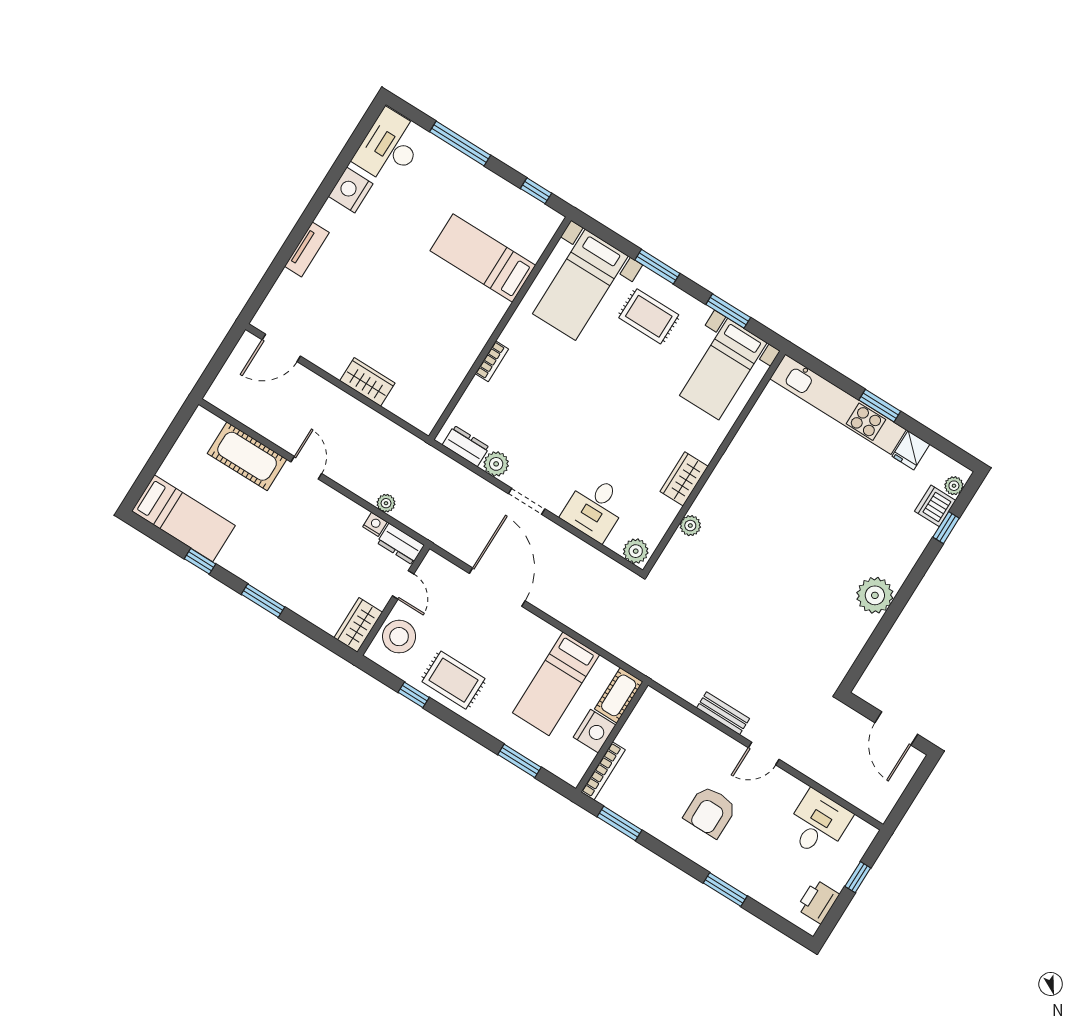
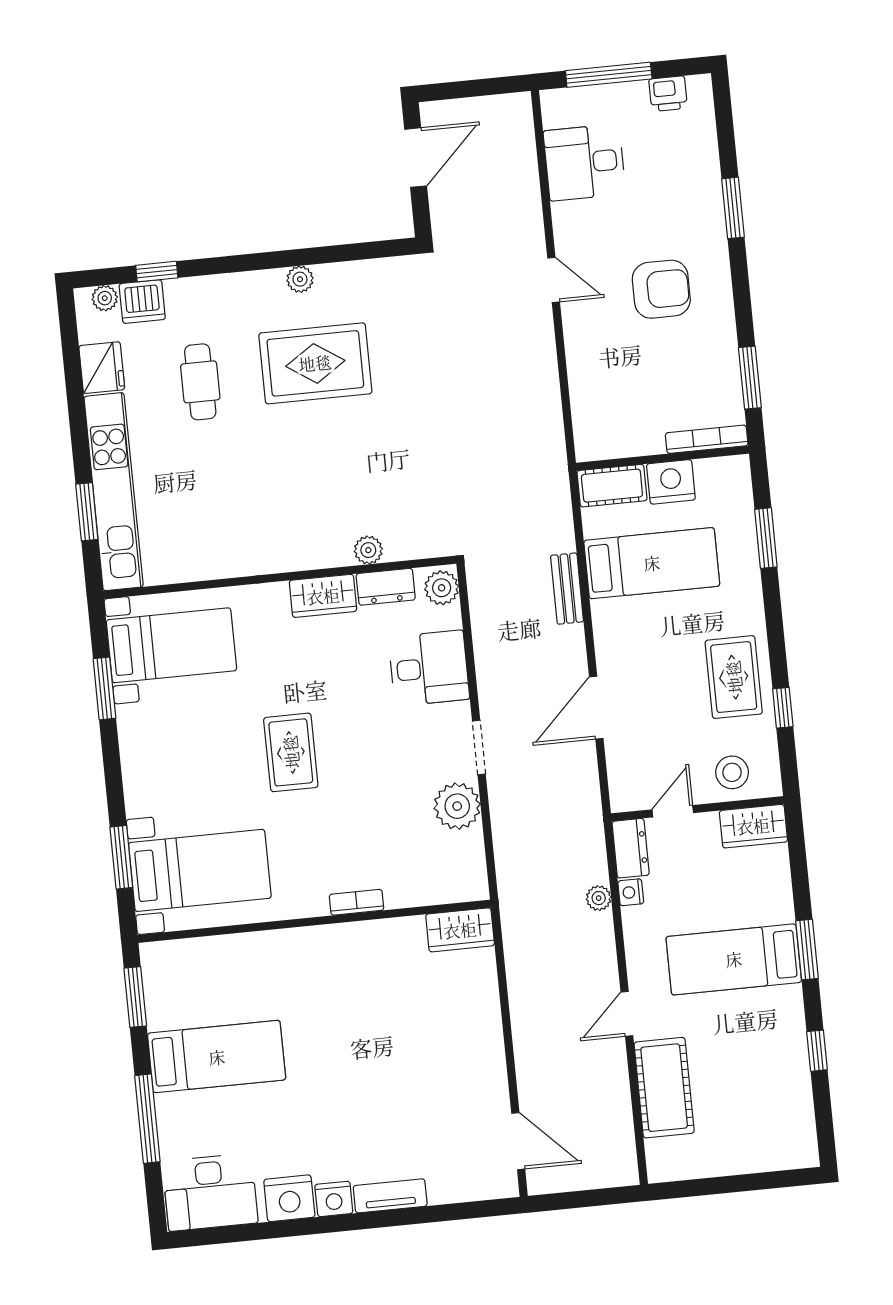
window: (536, 191) -> (135, 997), width x1.50
nightstand: (330, 215) -> (334, 1199), added
bed: (483, 258) -> (217, 1057), moved, turned -90
window: (657, 267) -> (121, 857), moved
rug: (649, 316) -> (291, 752), moved
wardrobe: (367, 382) -> (460, 930), moved, turned -90
window: (880, 406) -> (87, 512), moved
dresser: (466, 446) -> (386, 587), moved, turned -90
fridge: (911, 450) -> (102, 368), width x1.38
plant: (496, 464) -> (457, 806), width x1.36, depth x1.36
cafe table: (863, 504) -> (200, 382), added
bed: (183, 518) -> (734, 959), moved, turned -90
rug: (822, 578) -> (315, 363), added
door: (497, 587) -> (596, 708), width x0.73
plant: (875, 595) -> (300, 279), width x0.53, depth x0.53
stool: (399, 637) -> (732, 772), width x0.73, depth x0.73
bench: (723, 713) -> (567, 589), moved
window: (858, 877) -> (609, 75), width x2.17
printer: (818, 902) -> (668, 94), width x0.73, depth x0.81

